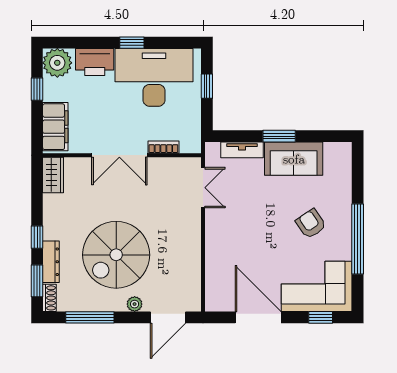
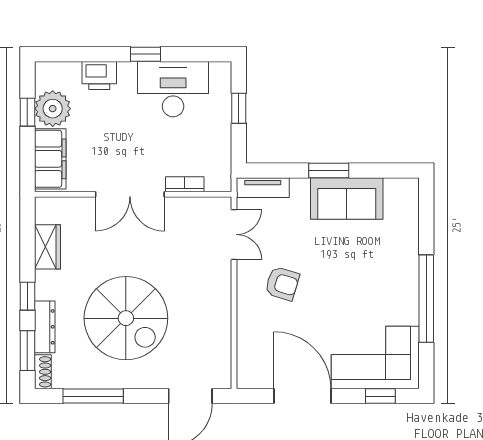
printer: (95, 62) -> (99, 75), width x0.73, depth x0.84
plant: (57, 63) -> (53, 109), moved
desk: (154, 77) -> (173, 89), width x0.73, depth x0.77
tv unit: (242, 150) -> (263, 188), moved
wardrobe: (53, 175) -> (47, 247), moved
armchair: (311, 224) -> (282, 284), moved, turned 141
spiral stairs: (116, 255) -> (126, 318), turned -90
plant: (135, 304) -> (149, 379), removed

